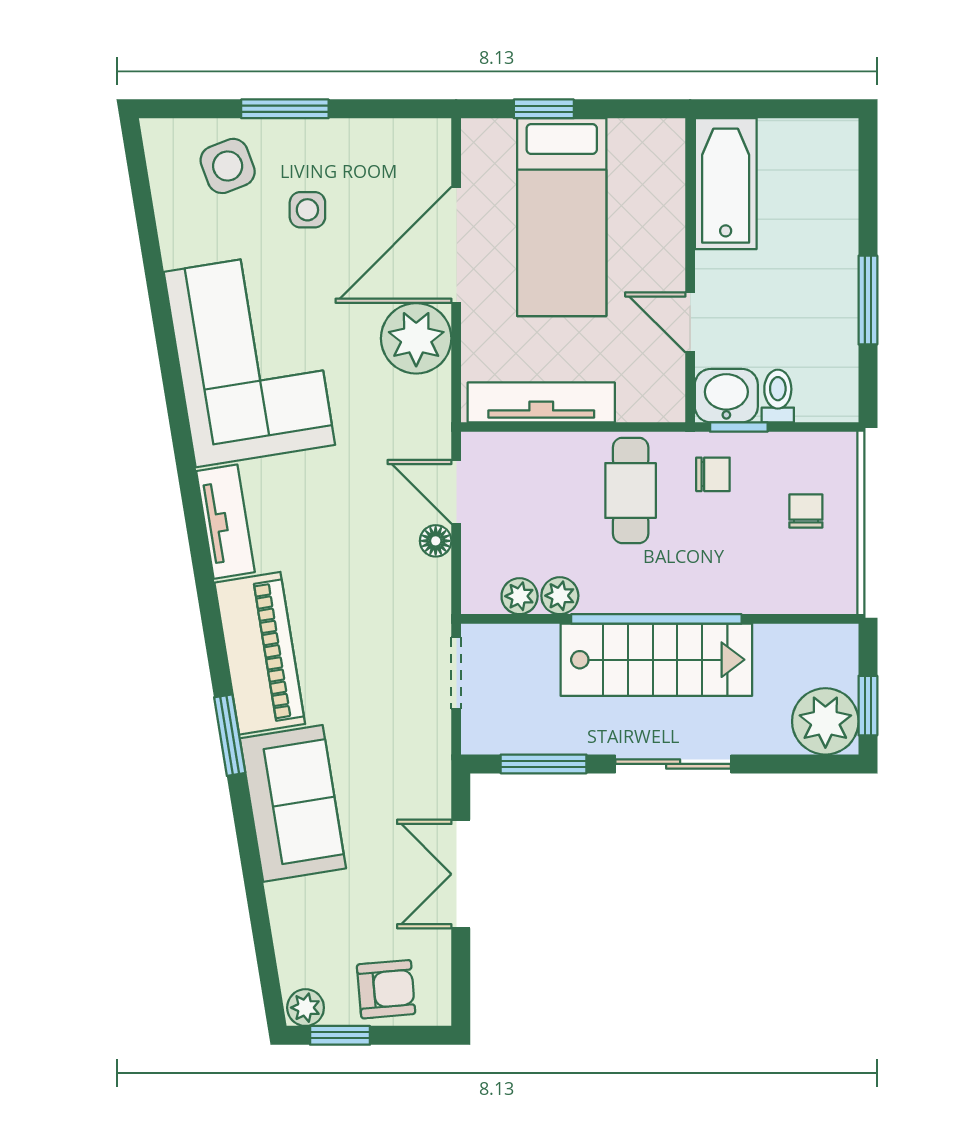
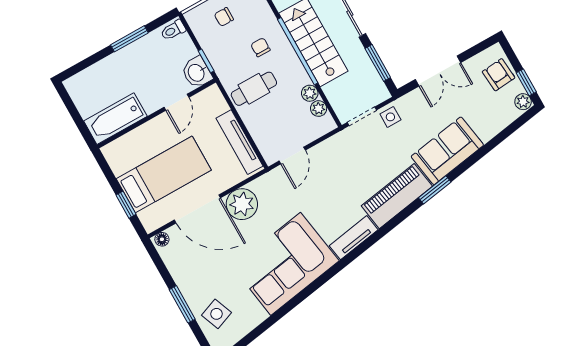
side table: (307, 210) -> (390, 117), moved
toilet: (778, 396) -> (173, 30), moved
chair: (713, 474) -> (260, 47), moved
floor lamp: (436, 541) -> (162, 239), moved

